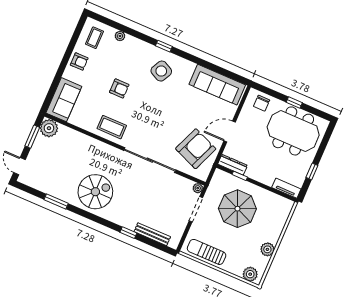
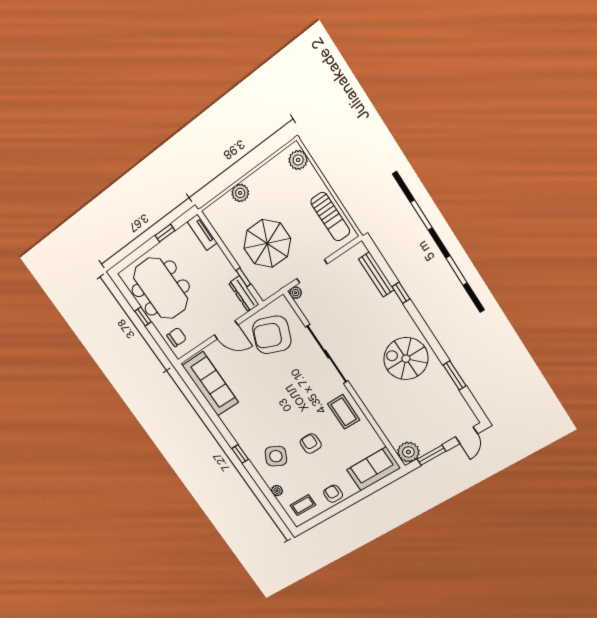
side table: (161, 71) -> (276, 456), moved
plant: (267, 249) -> (240, 193), moved

